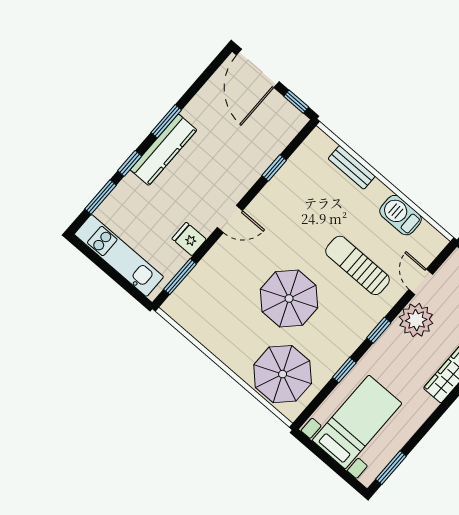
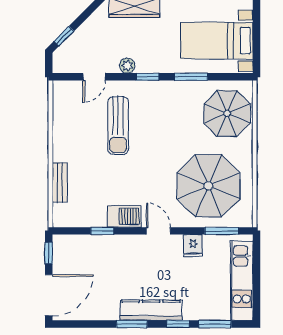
barbecue: (401, 215) -> (124, 216), moved, turned -90
parasol: (289, 298) -> (208, 186), moved, width x1.36, depth x1.36
plant: (416, 320) -> (127, 66), width x0.53, depth x0.53
window: (344, 370) -> (191, 77), width x1.50

